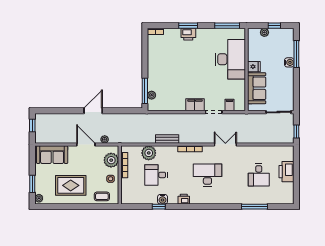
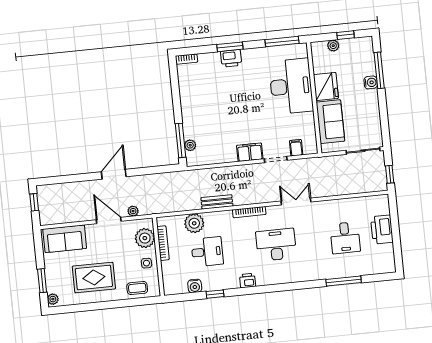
fridge: (254, 67) -> (326, 86), width x1.88, depth x1.34
desk: (156, 175) -> (207, 252), turned 180
water cooler: (163, 199) -> (195, 286), moved

